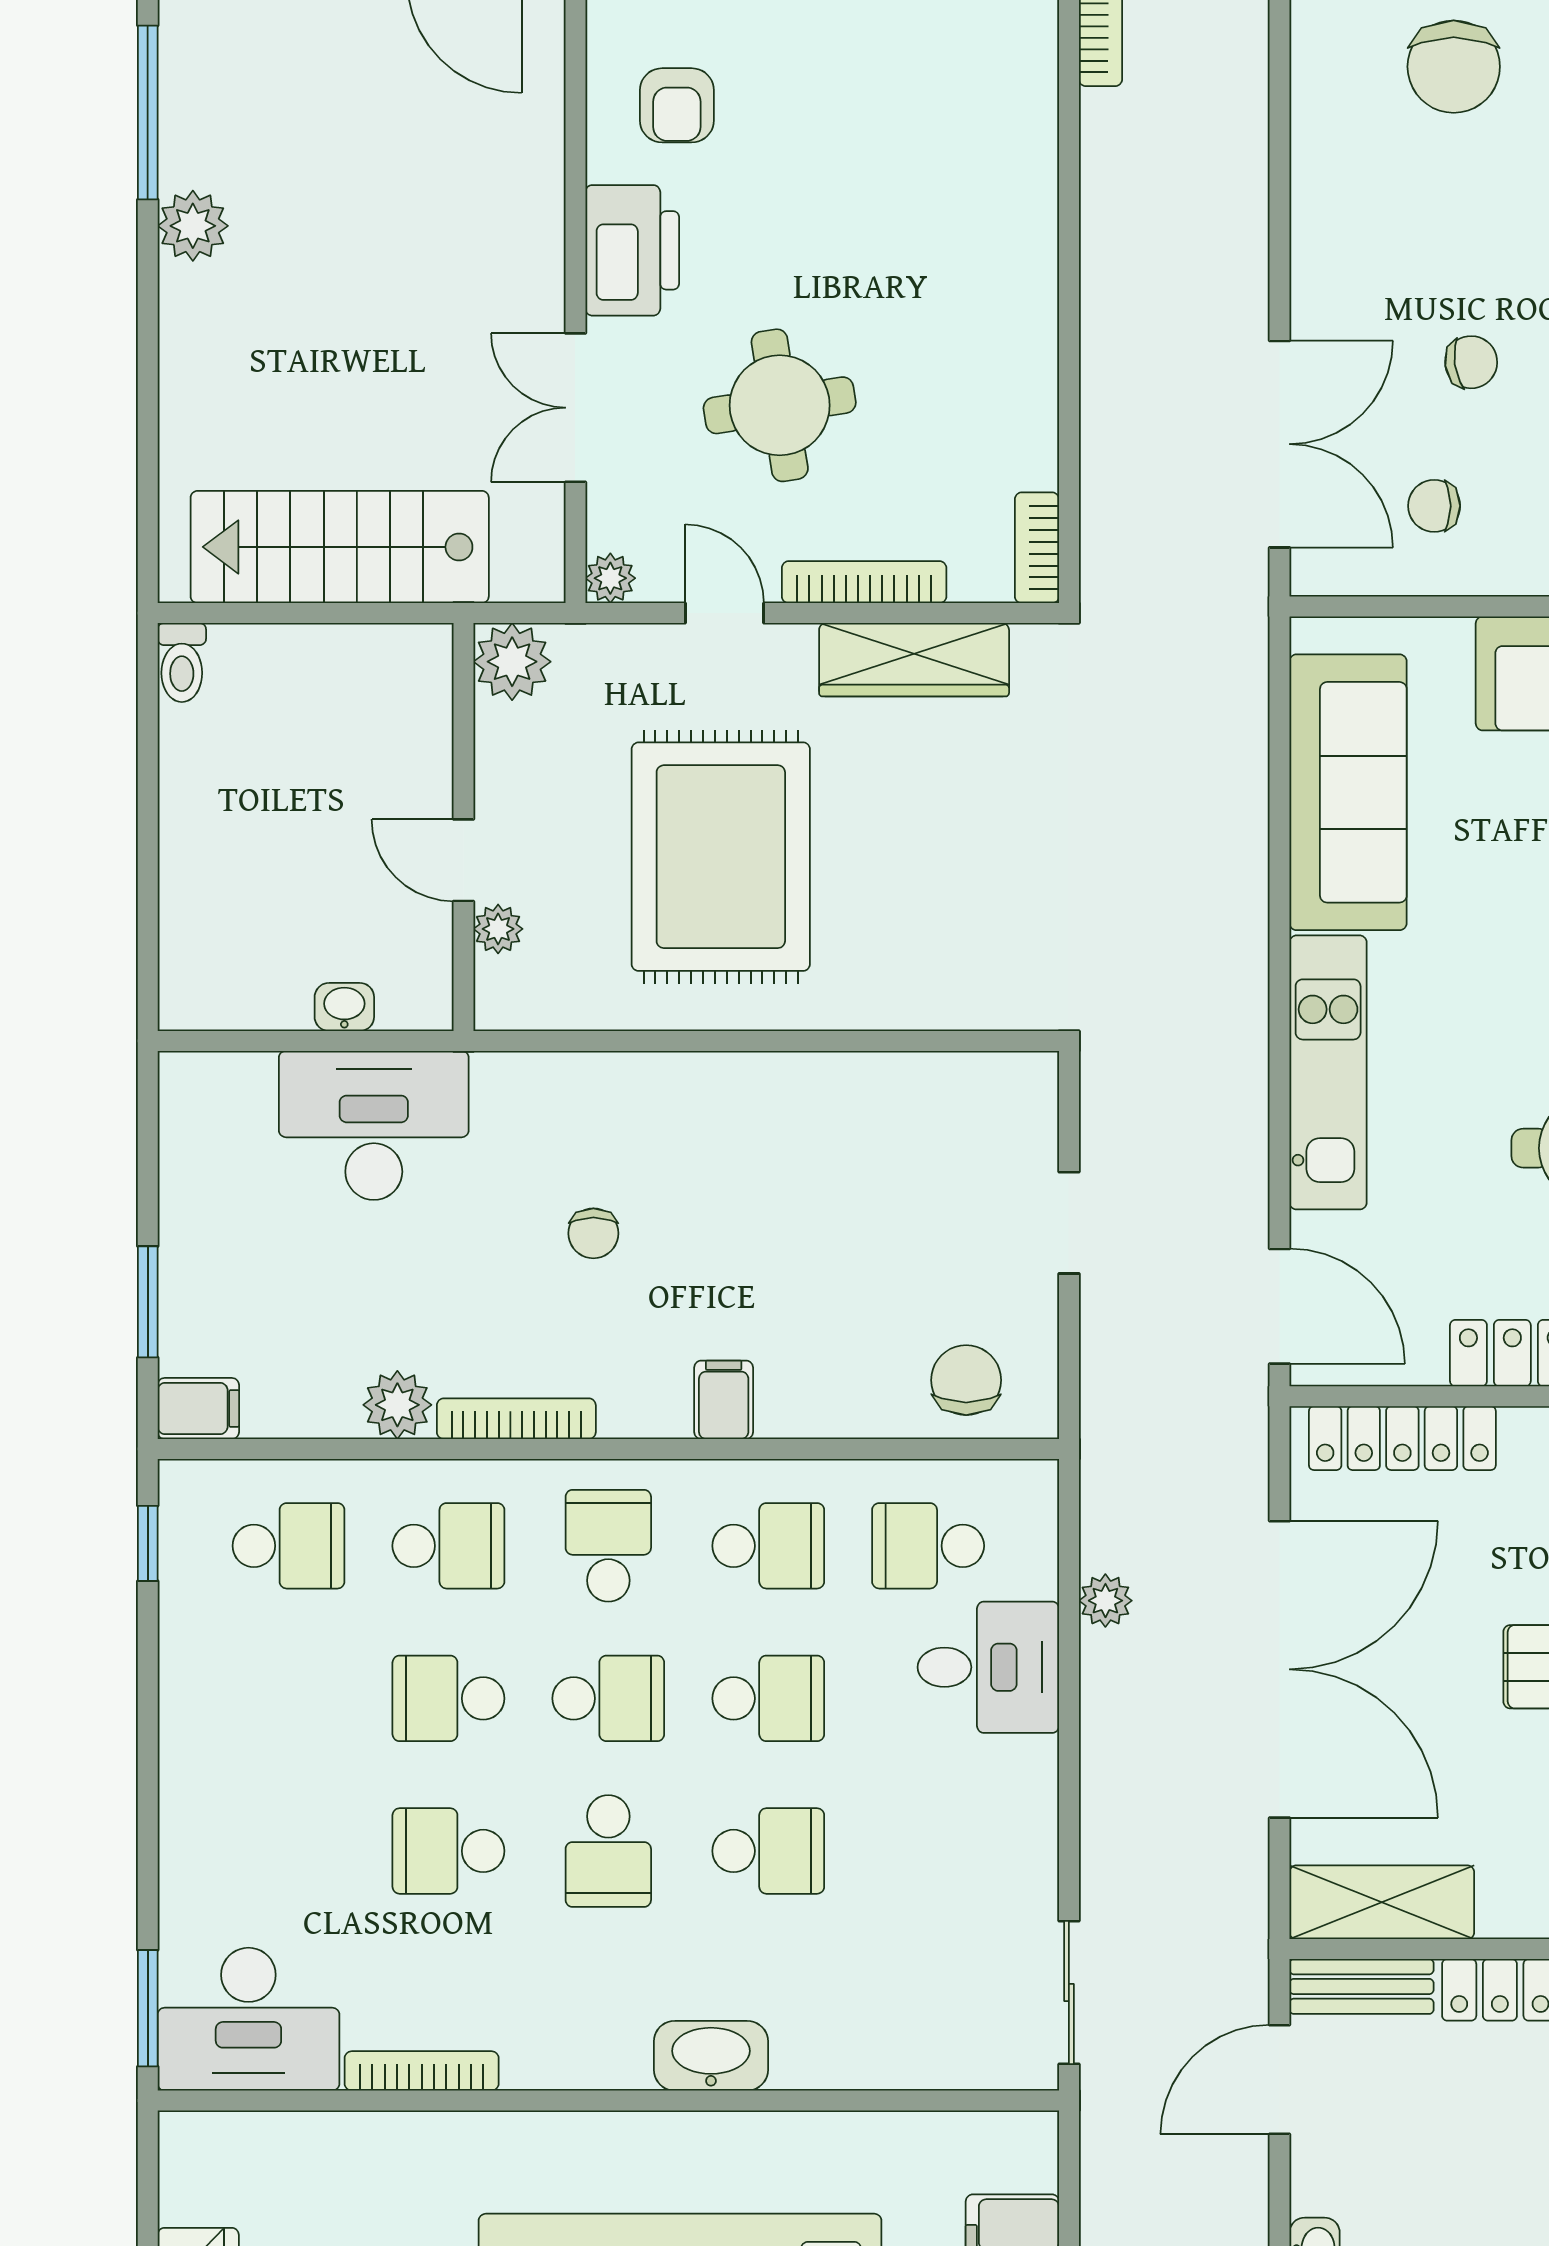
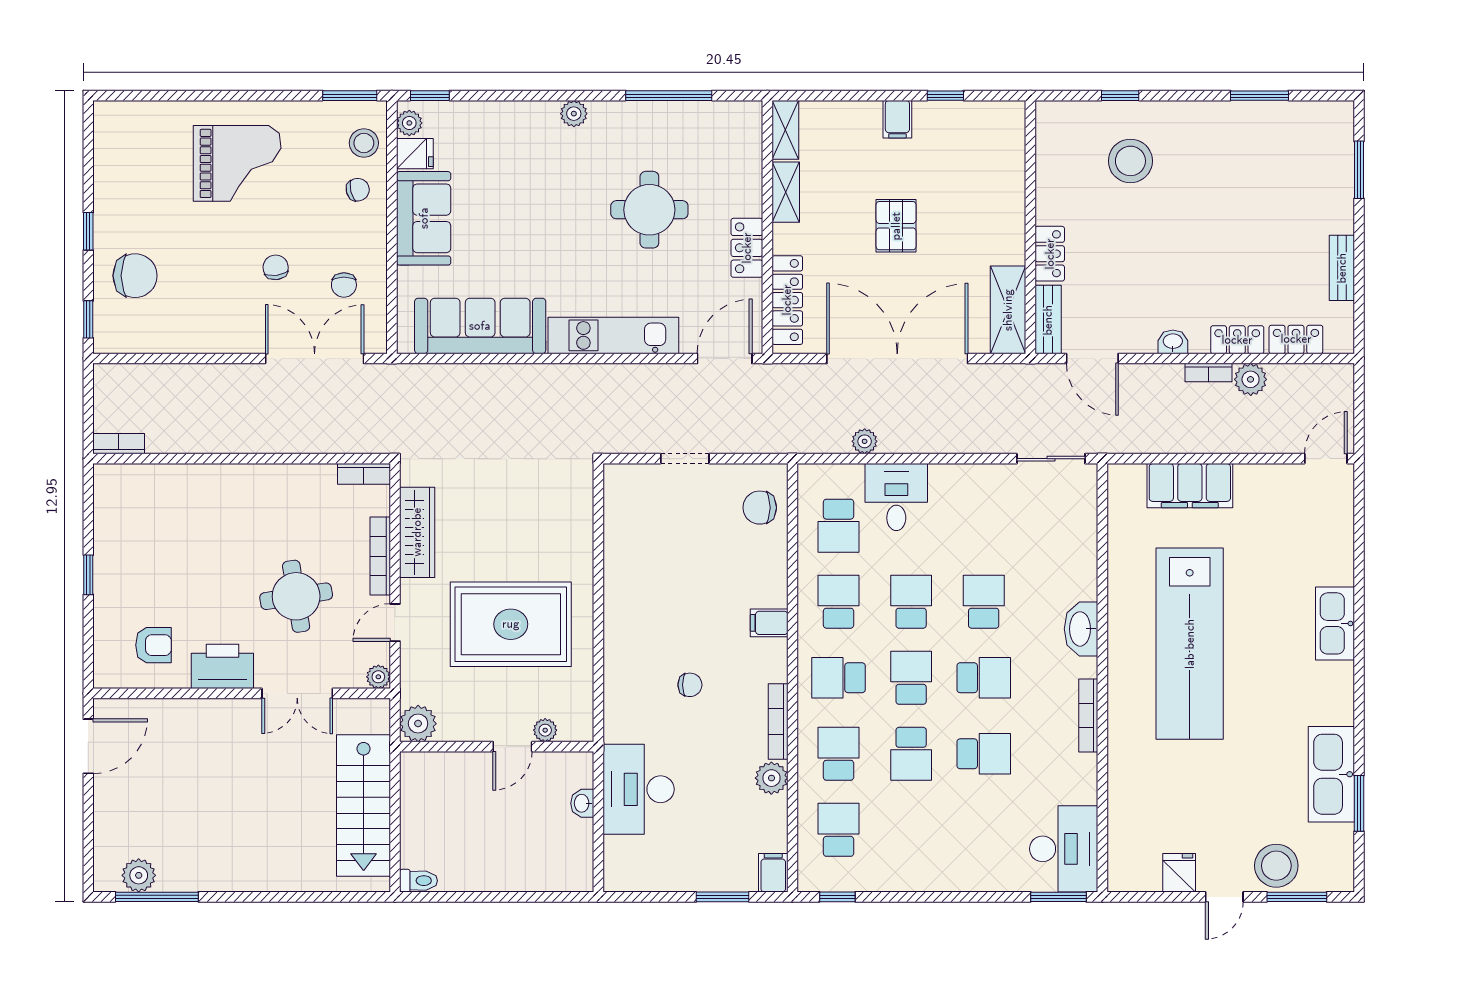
plant: (193, 226) -> (139, 875), moved
school desk: (448, 1851) -> (984, 754), turned -90
bookcase: (422, 2071) -> (1088, 716), moved

